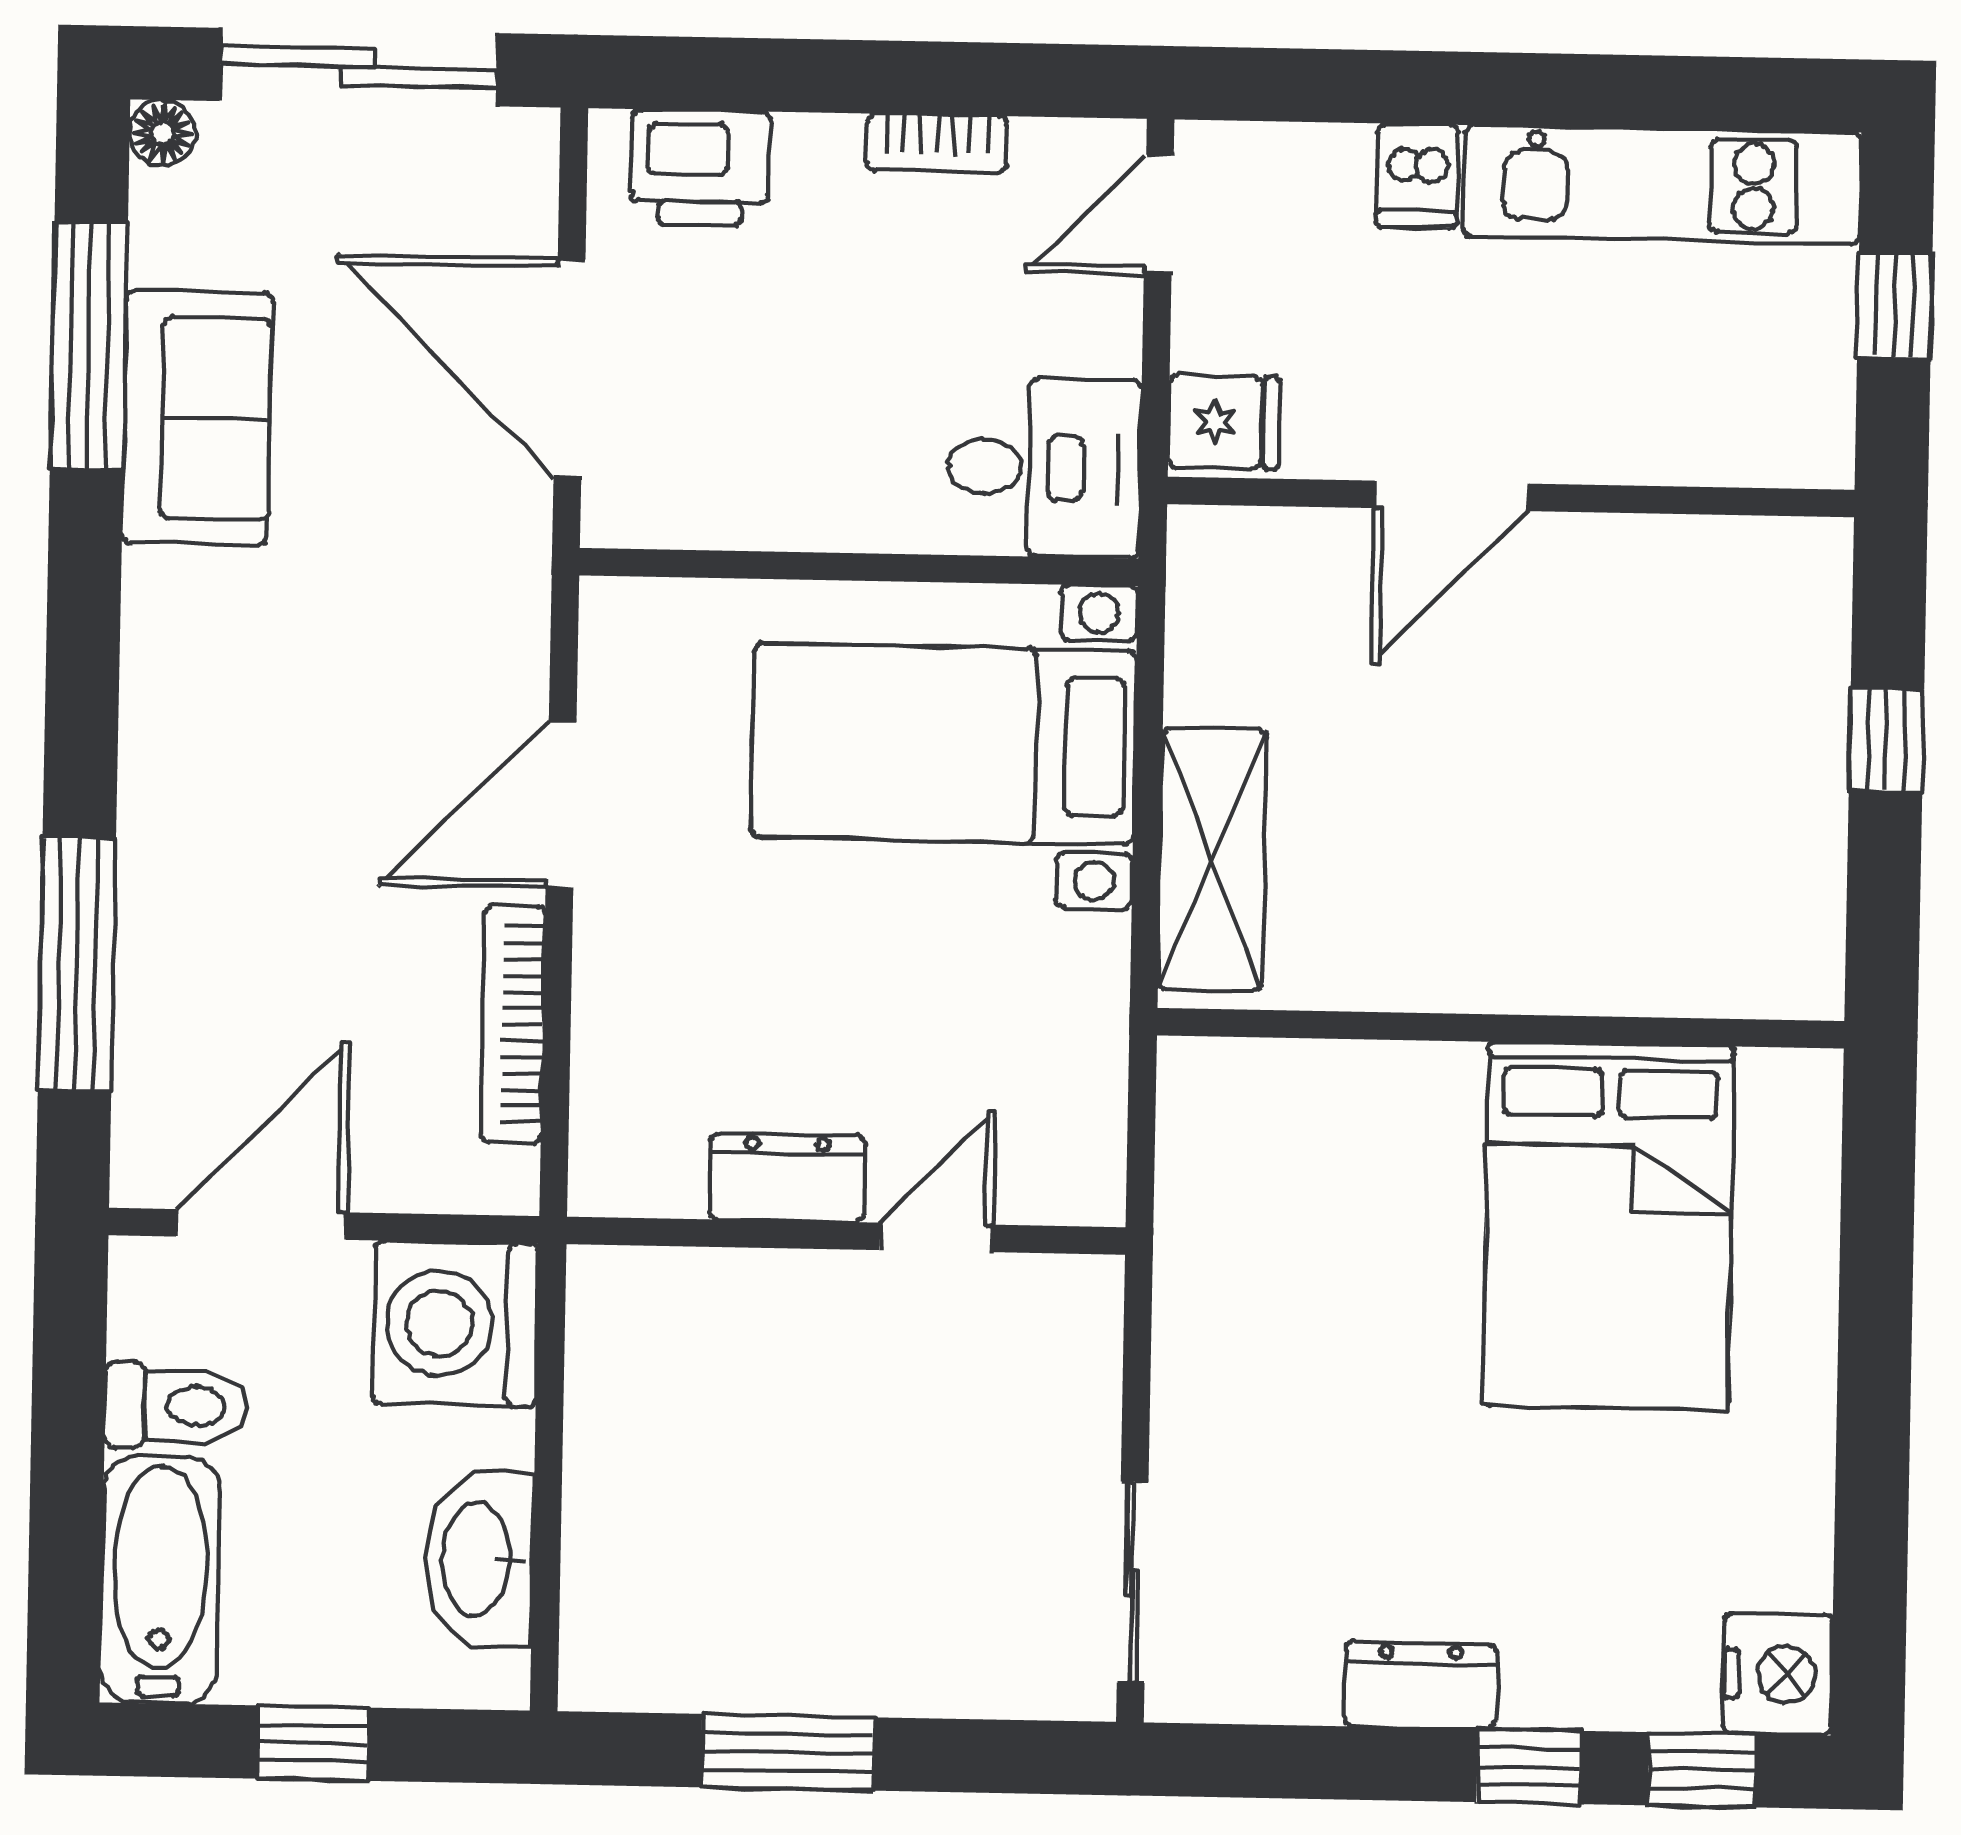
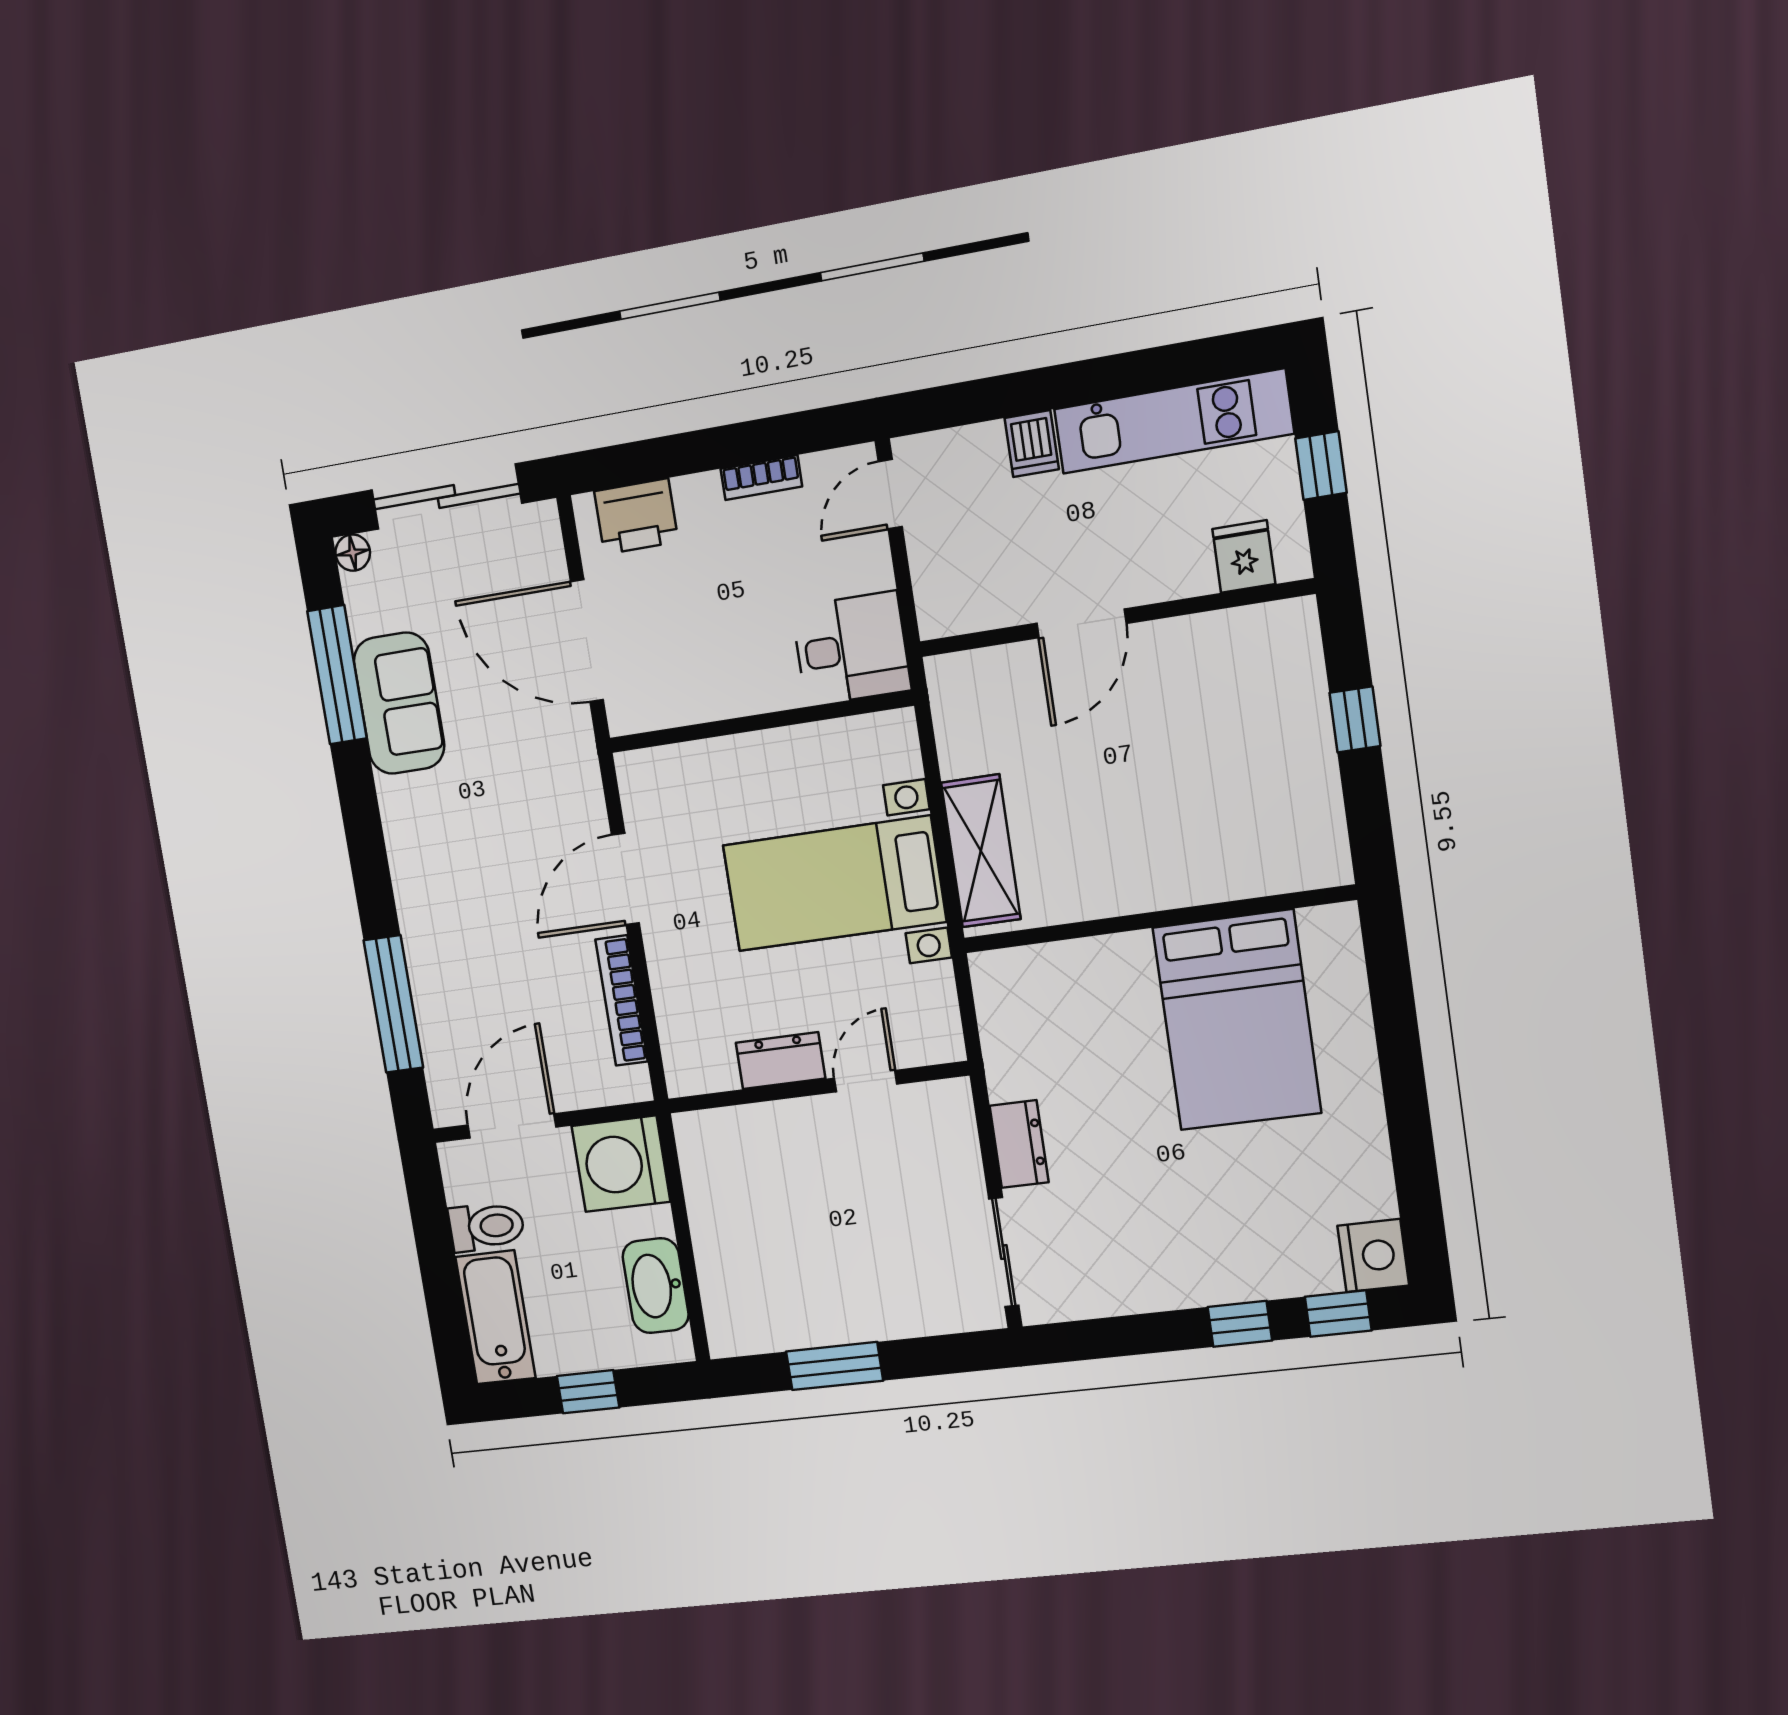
fridge: (1224, 422) -> (1244, 556), moved, turned -90
bed with nightstands: (944, 744) -> (834, 883), moved
dresser: (1420, 1685) -> (1019, 1144), moved, turned 90

